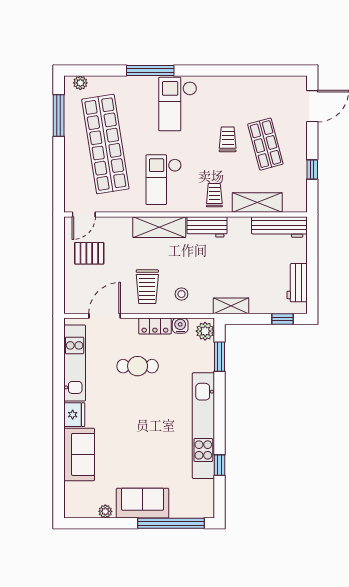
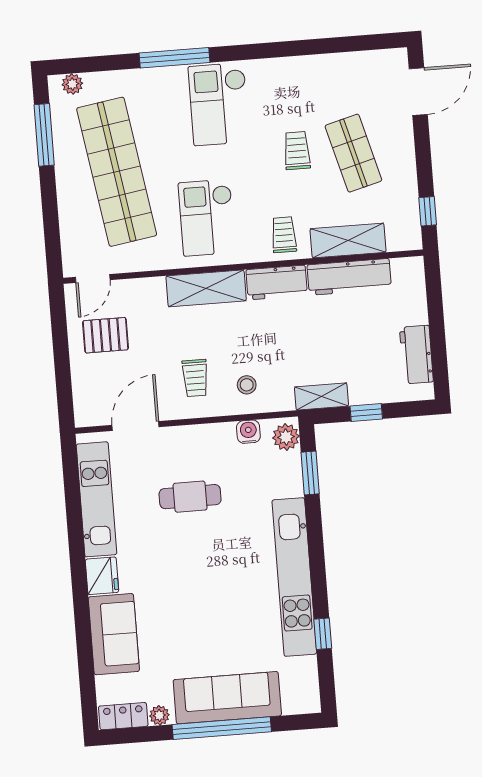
window: (312, 170) -> (428, 211), moved
workbench: (279, 227) -> (349, 277), moved
trolley: (147, 287) -> (195, 378), width x0.73, depth x0.72
window: (283, 319) -> (366, 412), moved
locker: (155, 326) -> (123, 716), moved, turned 180
sofa: (143, 503) -> (227, 698), width x1.36
window: (171, 523) -> (222, 728), moved

